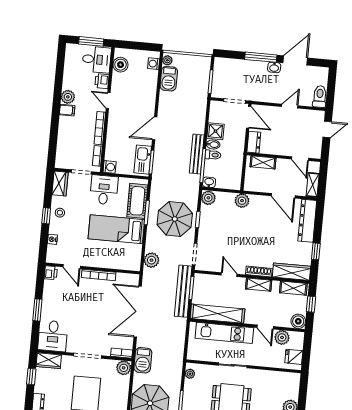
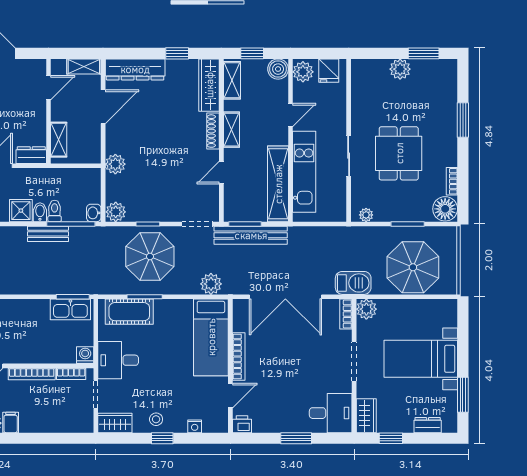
door: (155, 128) -> (25, 297), removed
bench: (197, 154) -> (48, 234), width x0.73
bed: (116, 229) -> (211, 337), moved
plant: (282, 337) -> (303, 72), moved

